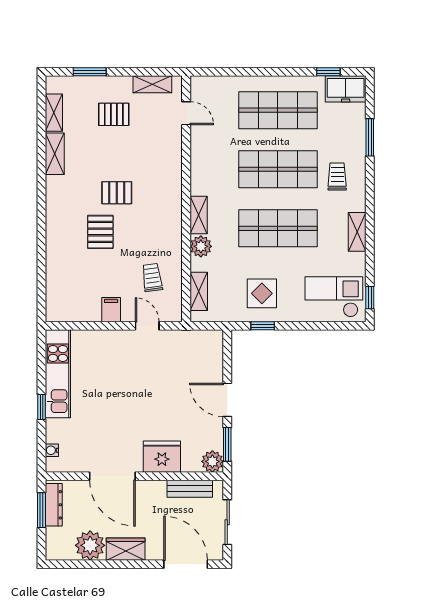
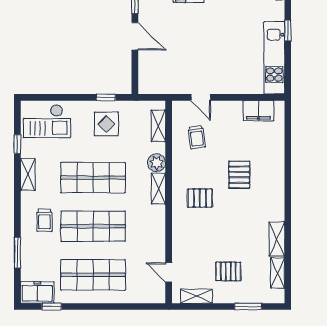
pallet: (117, 193) -> (200, 198), moved
window: (370, 298) -> (17, 144), moved
filing cabinet: (111, 310) -> (258, 111), moved, width x2.00

